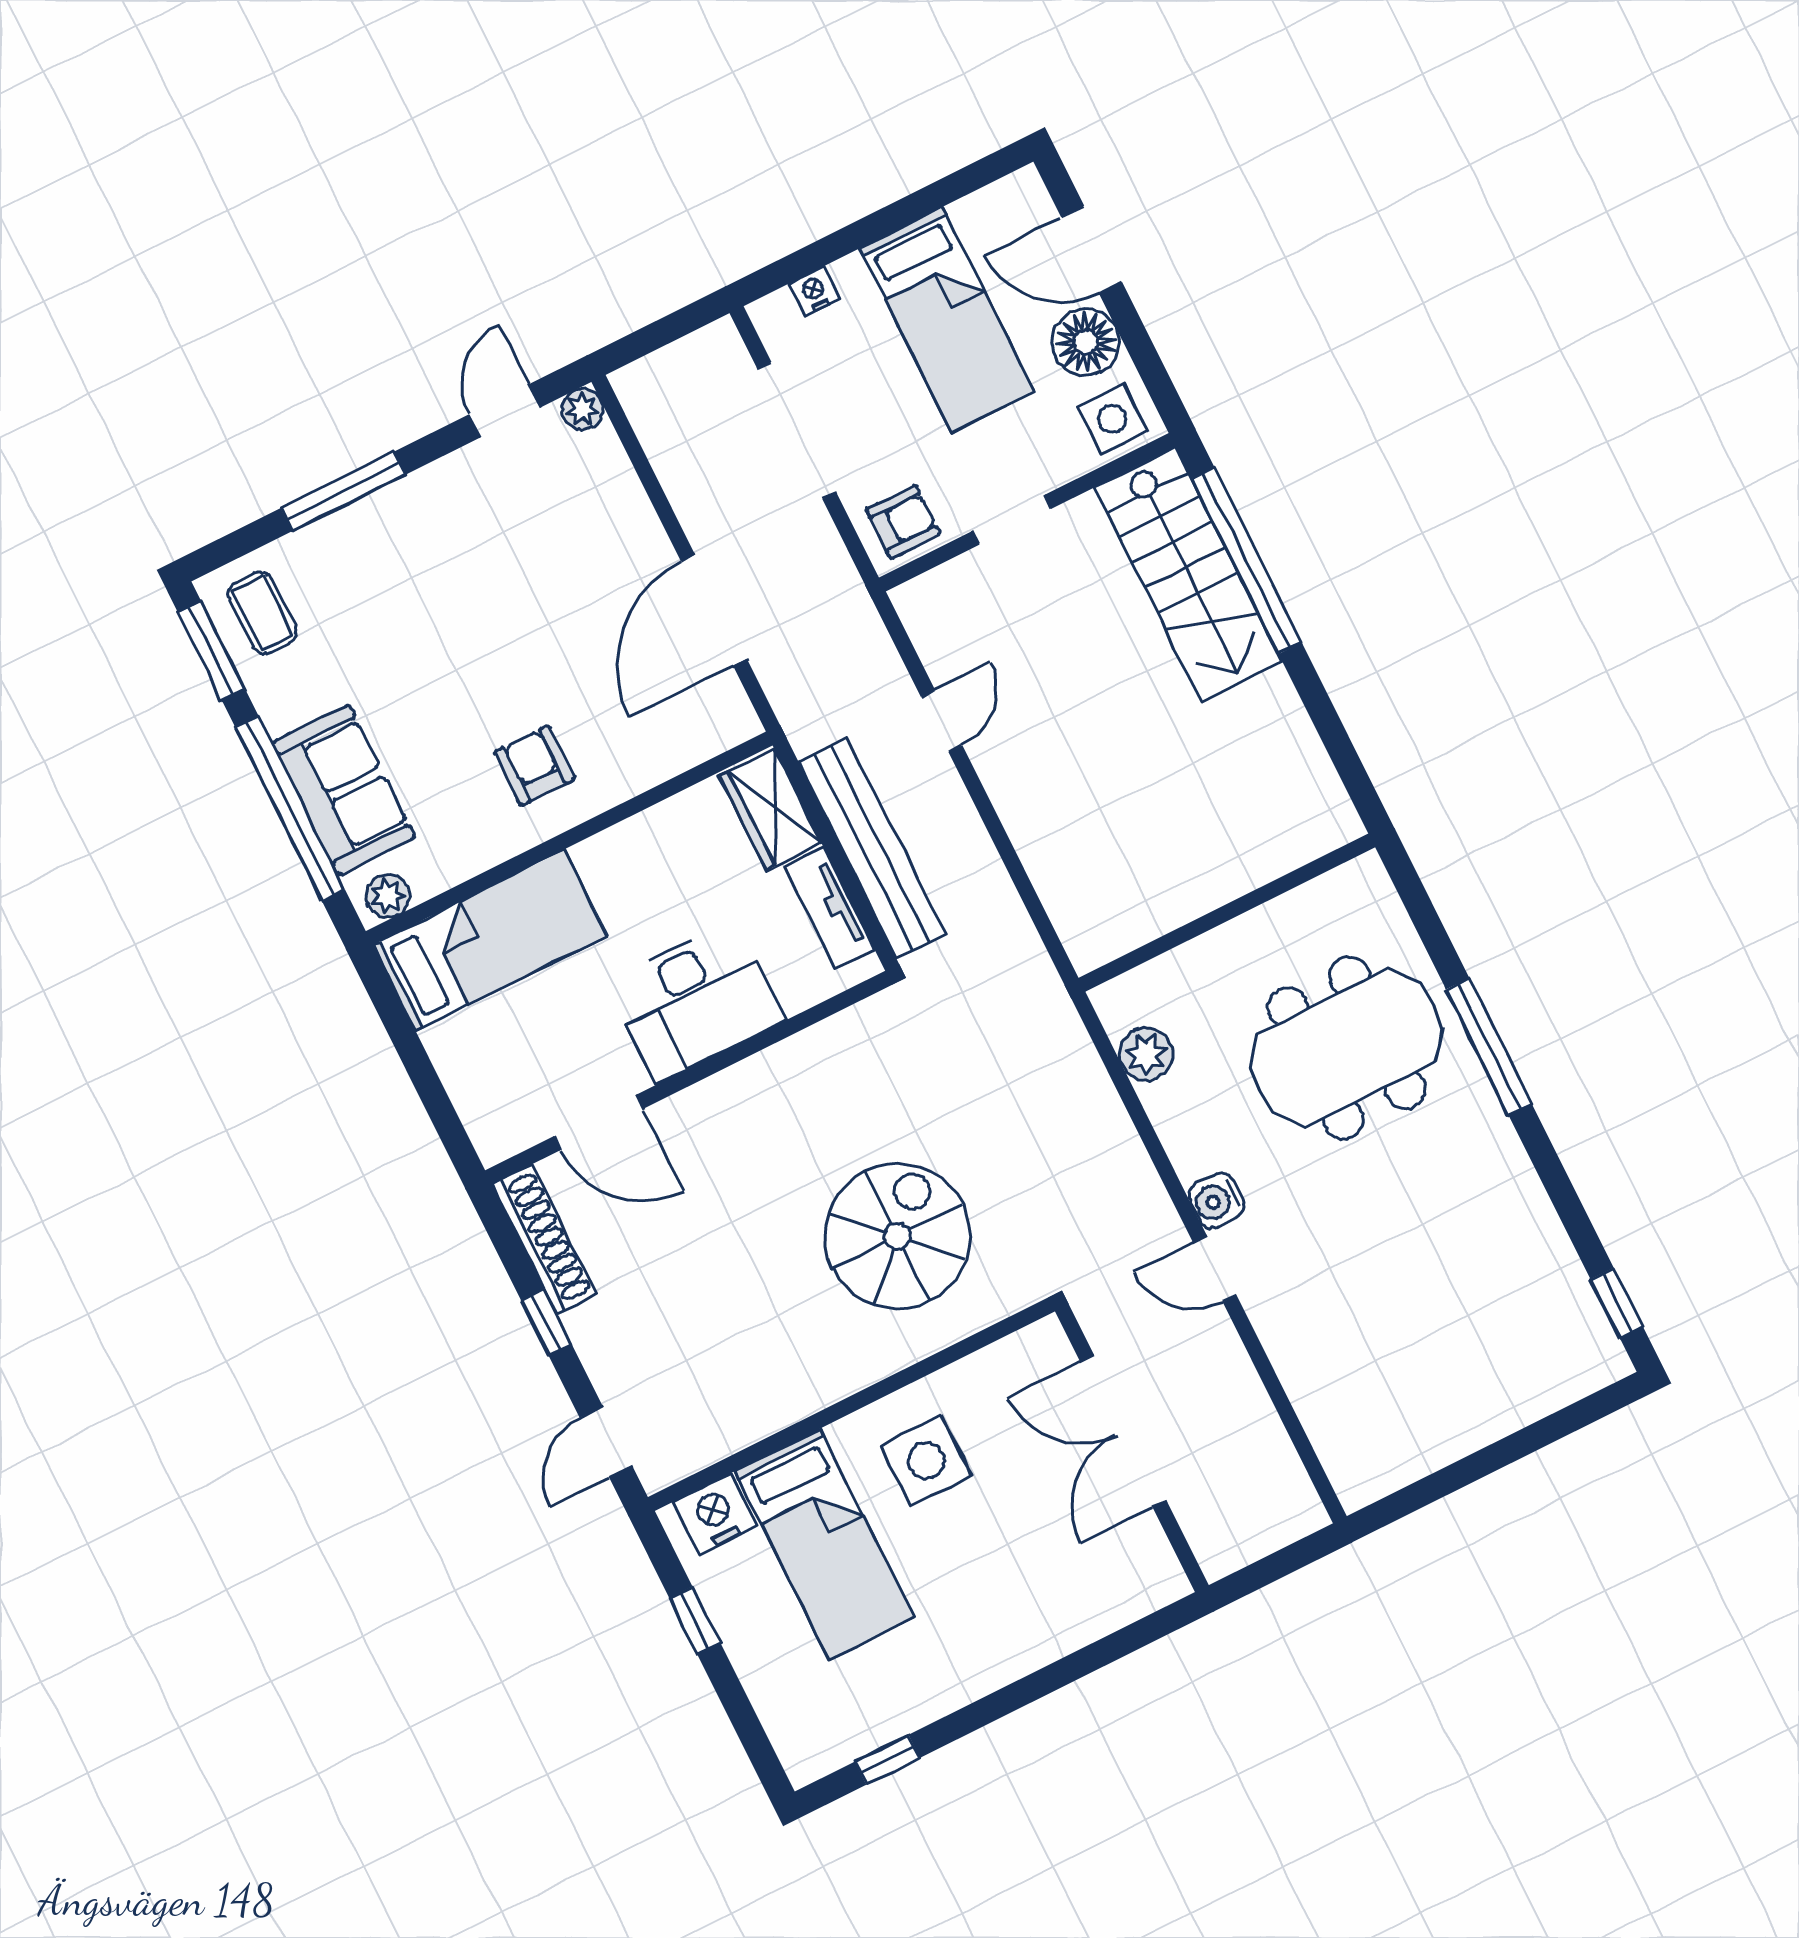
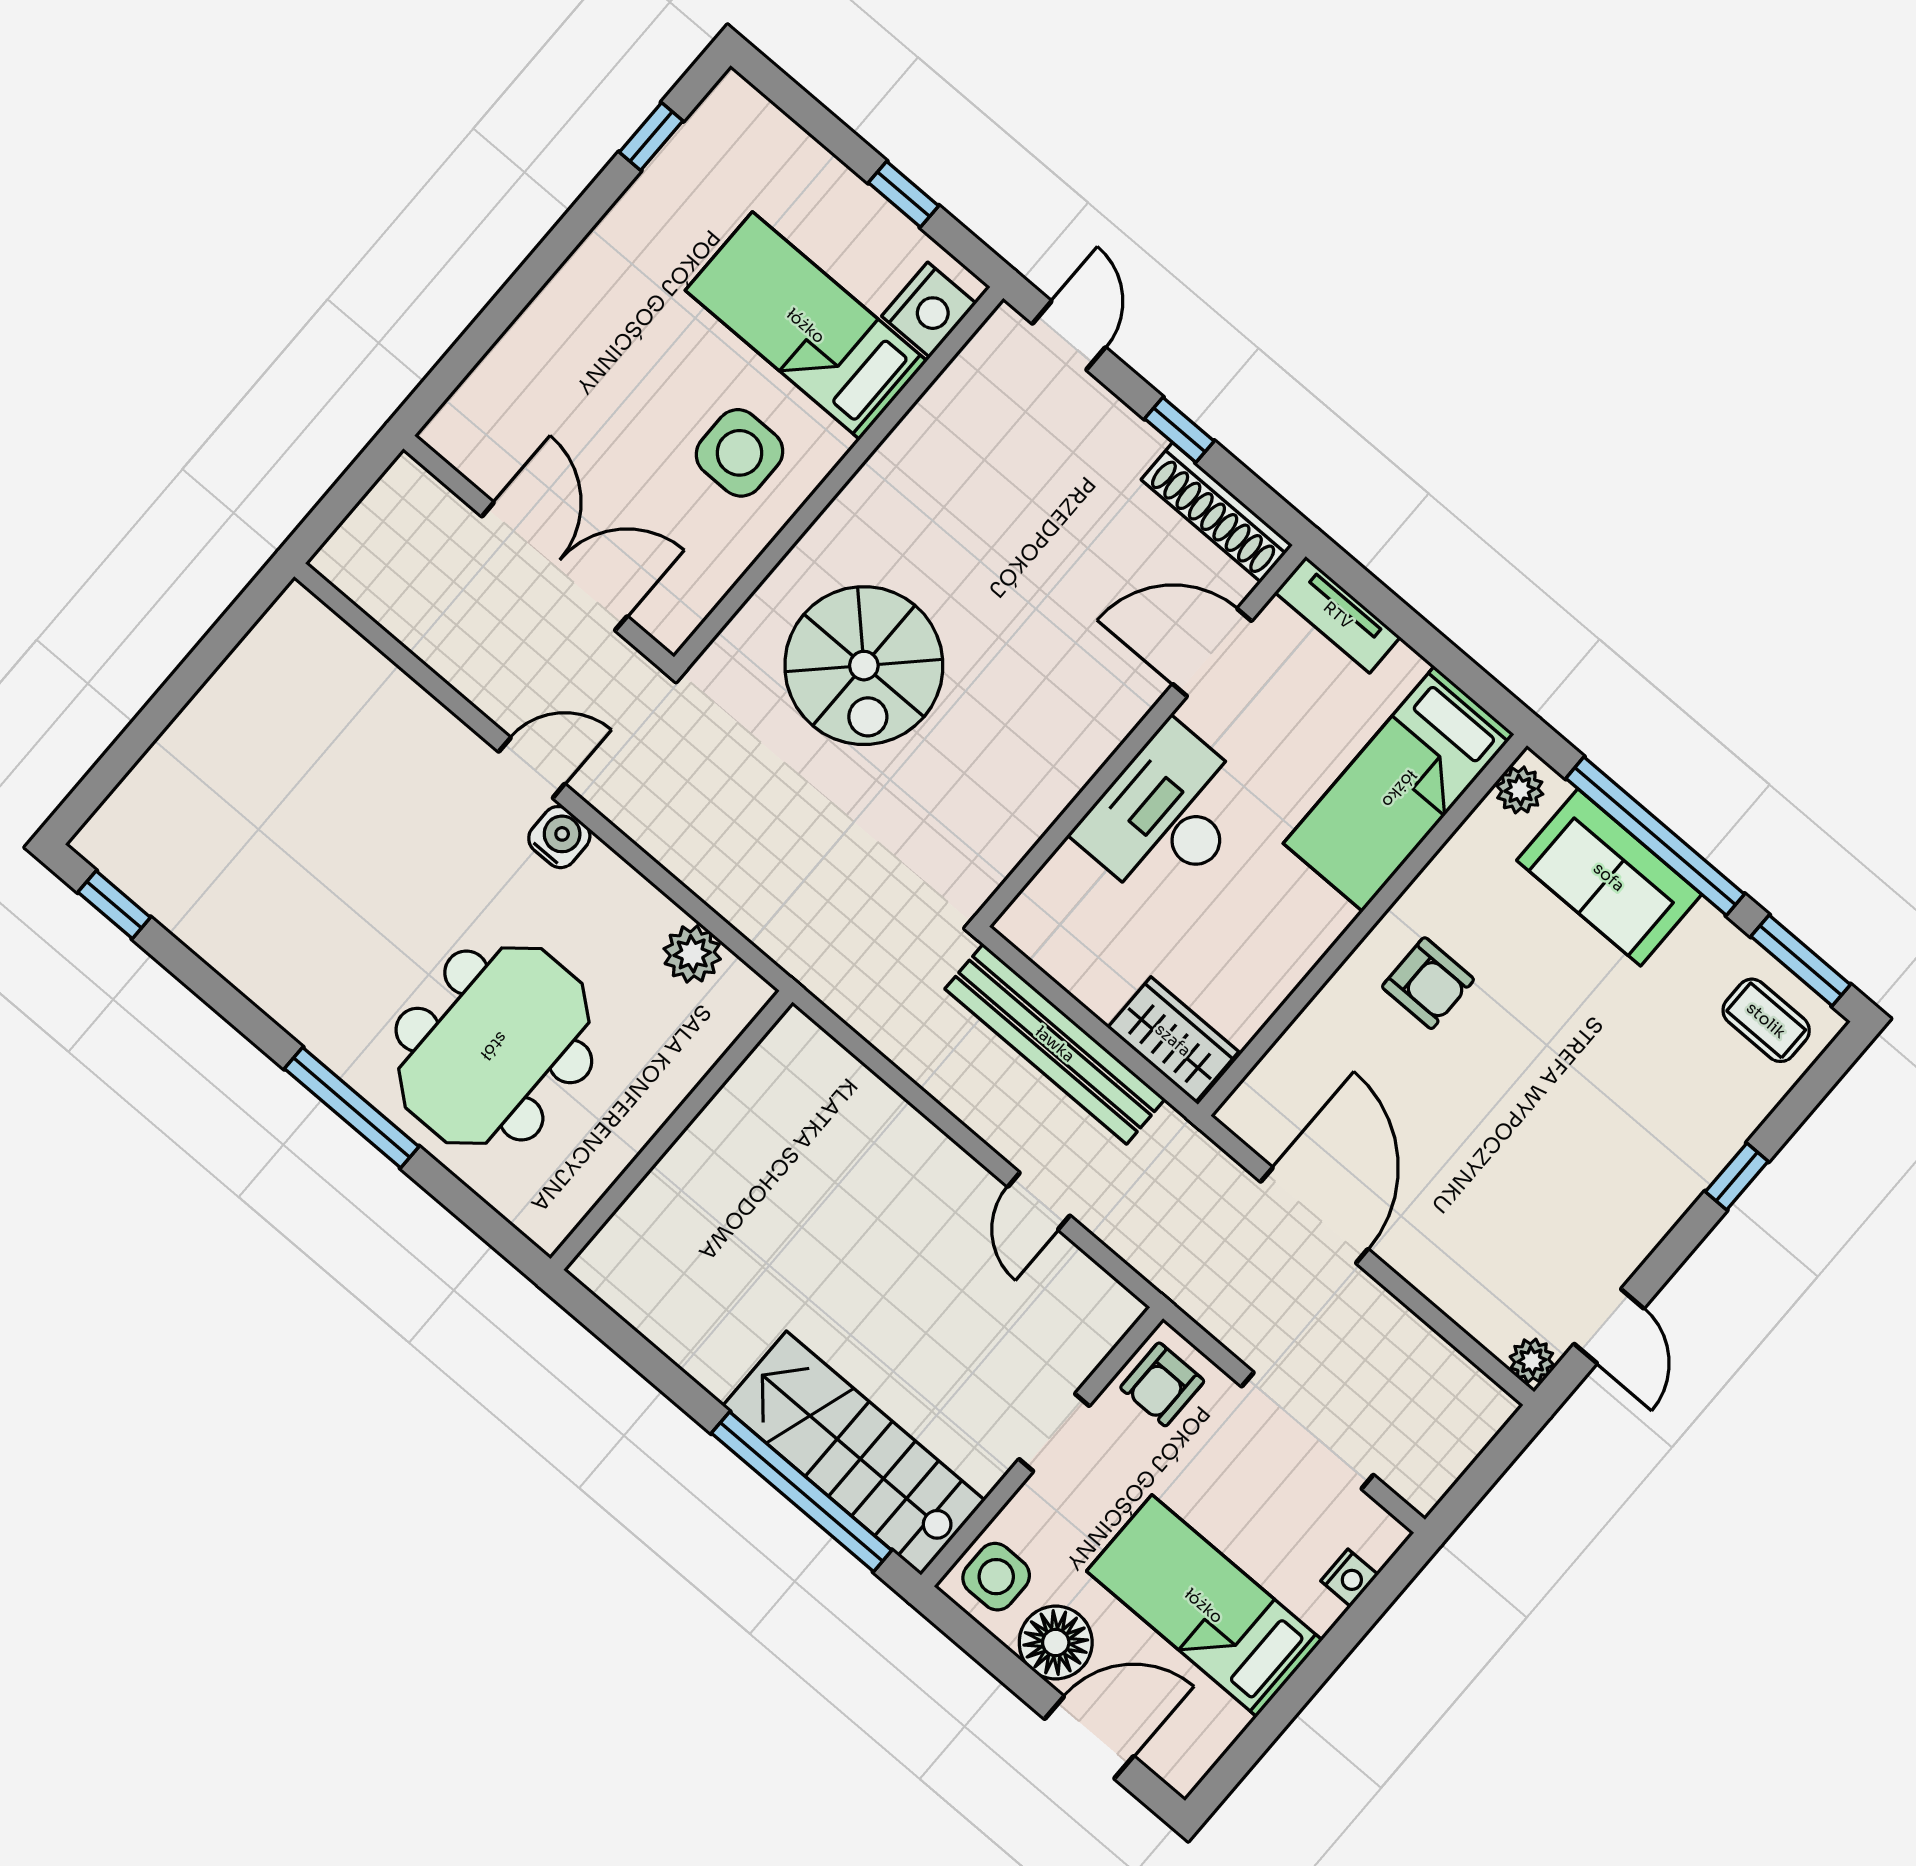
window: (343, 491) -> (1737, 1177), width x0.46
tv unit: (829, 908) -> (1338, 615), moved, turned 180

